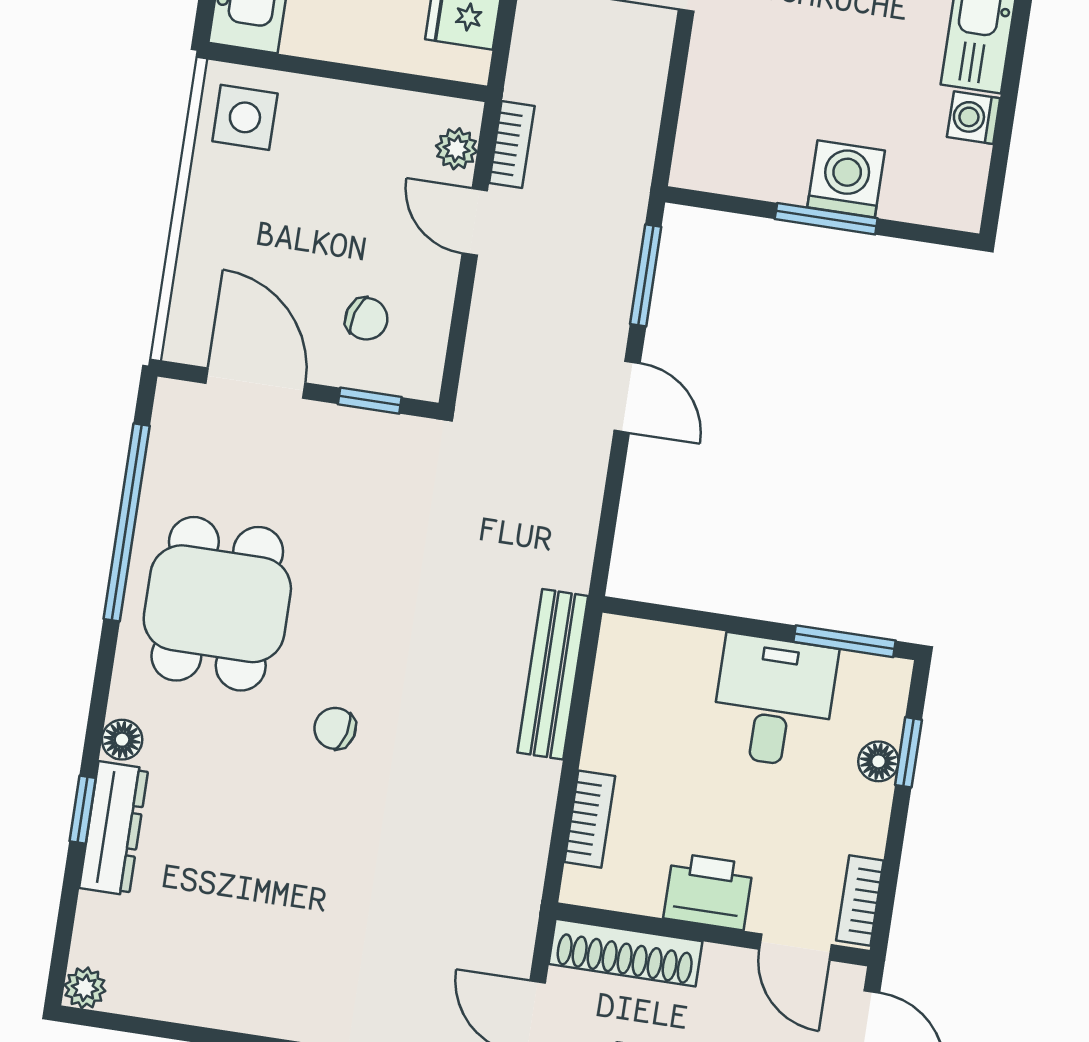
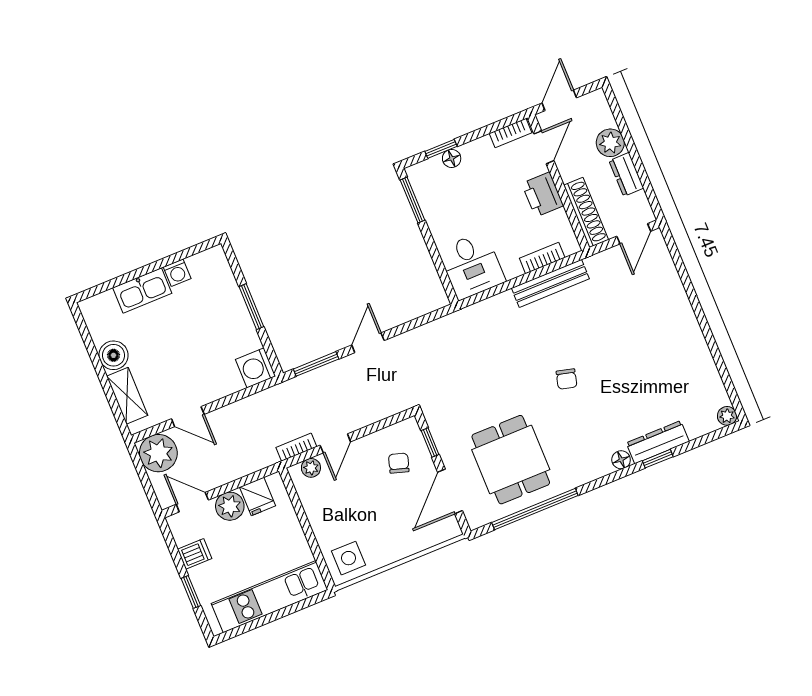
washing machine: (846, 179) -> (256, 368), moved
dining table: (217, 604) -> (511, 460), moved, turned 90
bench: (553, 674) -> (550, 283), moved
desk: (774, 701) -> (472, 266), moved, turned -90

